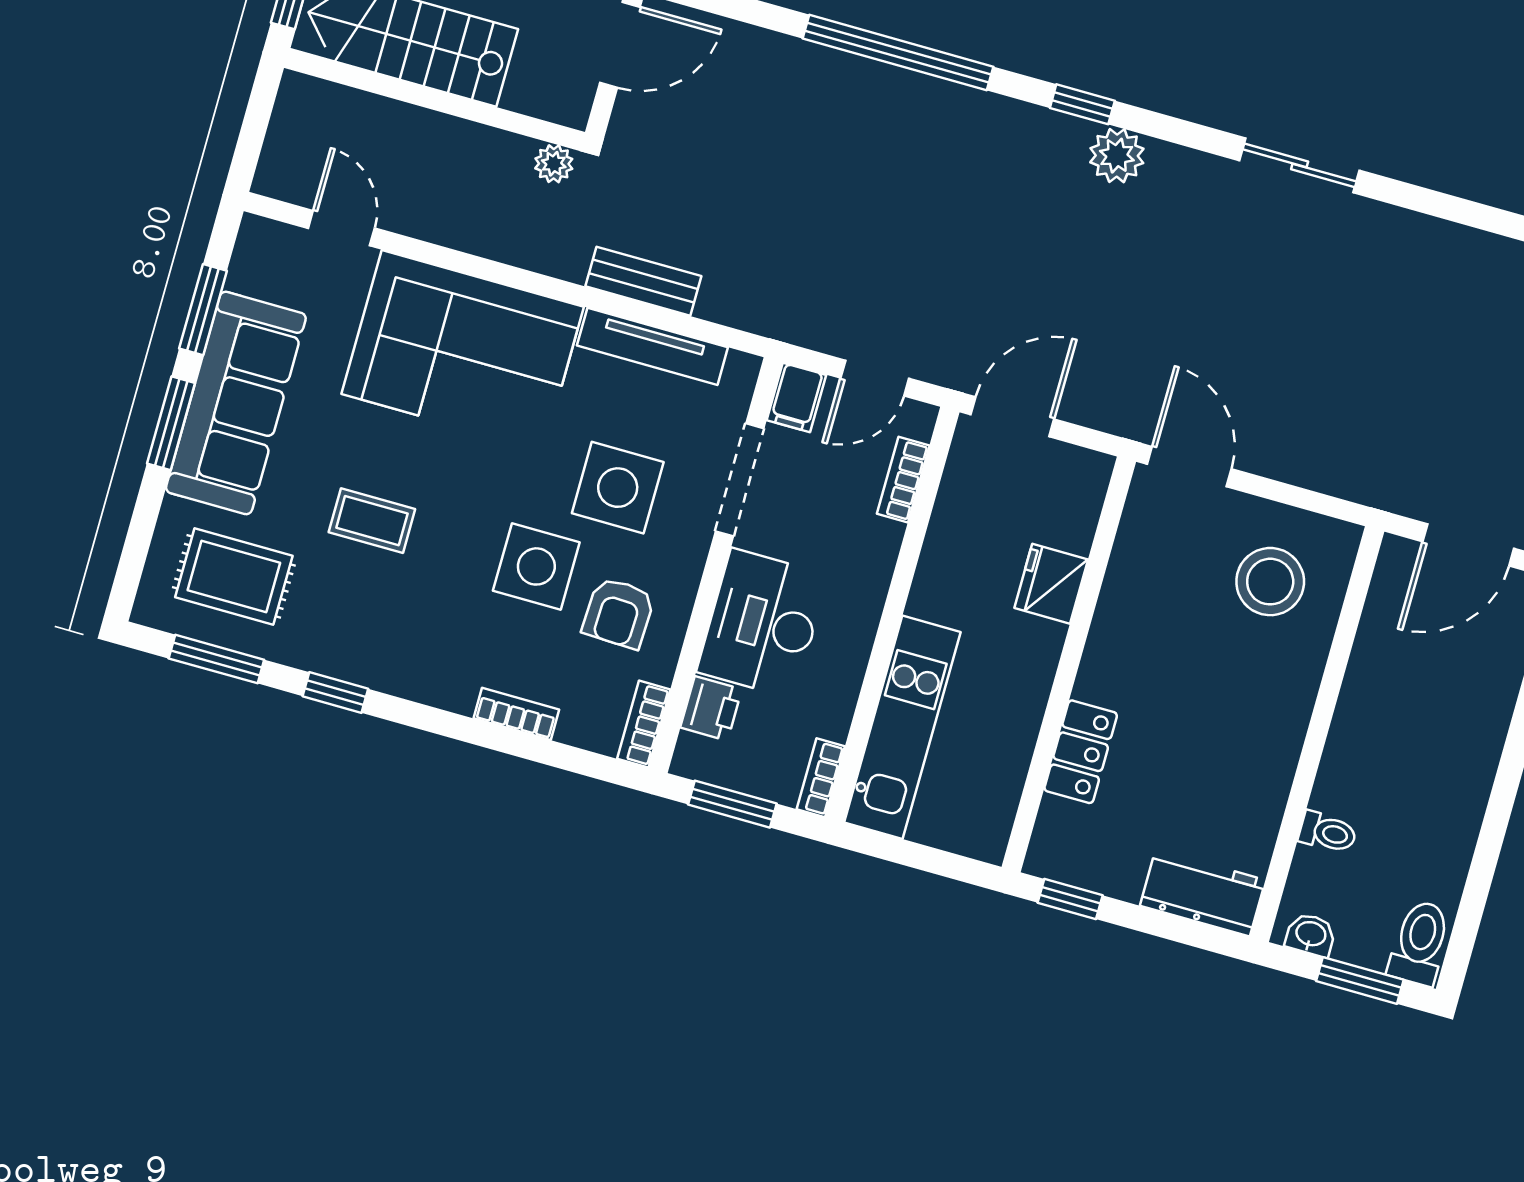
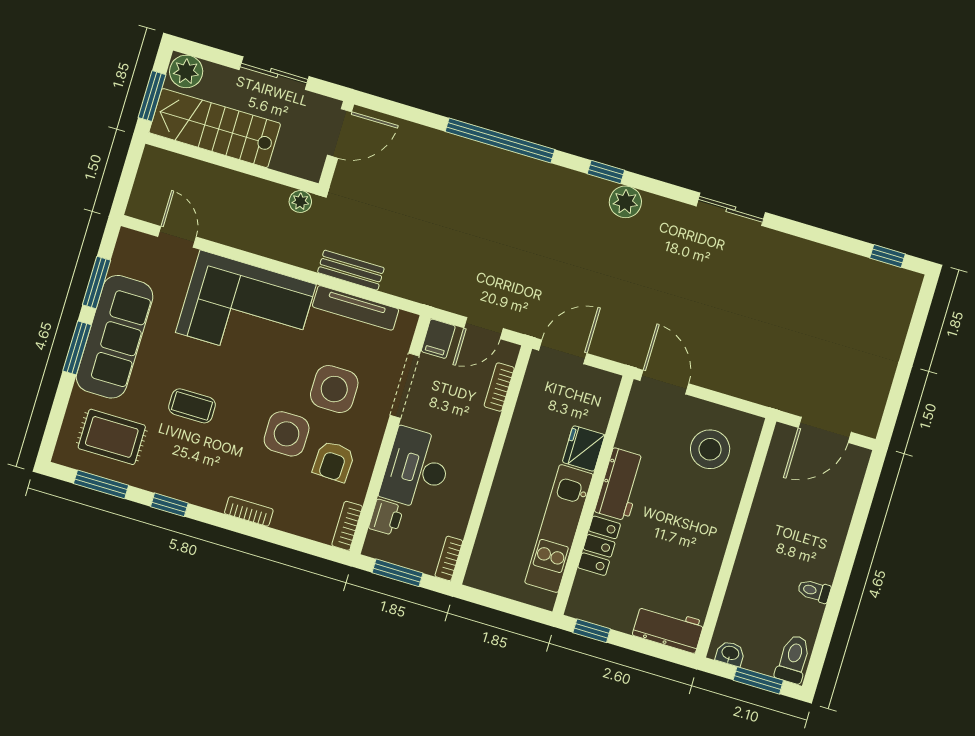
workbench: (1116, 645) -> (620, 484), added
bookcase: (516, 714) -> (249, 511), moved
kitchen unit: (902, 727) -> (559, 529), moved, turned 180
toilet: (1328, 832) -> (814, 591), moved, turned 180

